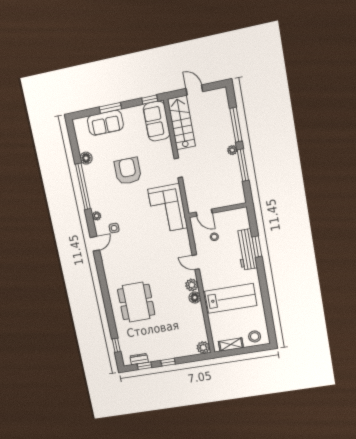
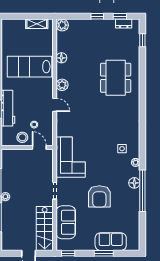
sofa: (157, 121) -> (66, 222), moved
floor lamp: (86, 158) -> (134, 183), moved
door: (95, 244) -> (142, 138), removed
floor lamp: (195, 297) -> (61, 58), moved
stool: (255, 336) -> (22, 137), moved

